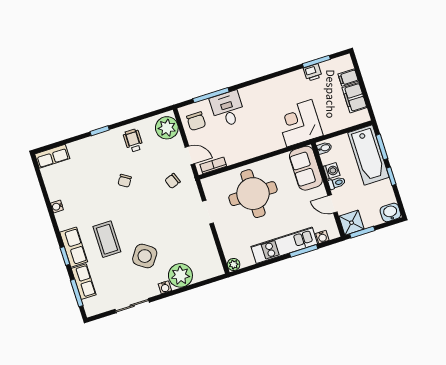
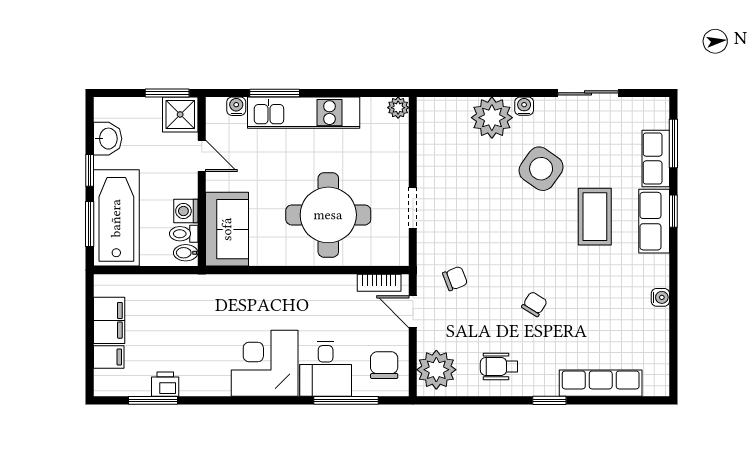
corner desk: (299, 123) -> (265, 363), moved, turned 180
wheelchair: (133, 141) -> (499, 366), turned 90
row of seats: (52, 156) -> (601, 383), moved, width x1.48
toilet: (337, 183) -> (184, 234), moved
washbasin: (390, 212) -> (108, 139), moved, turned -90

